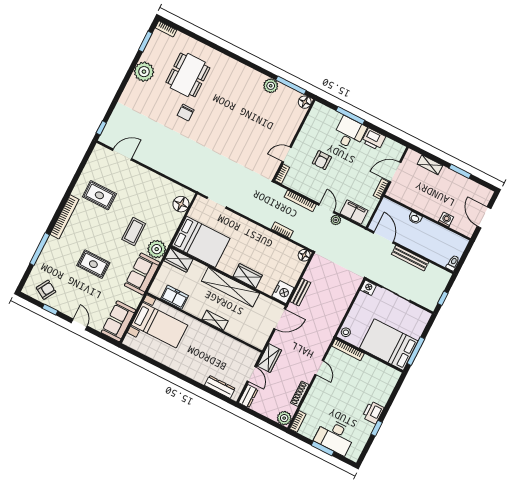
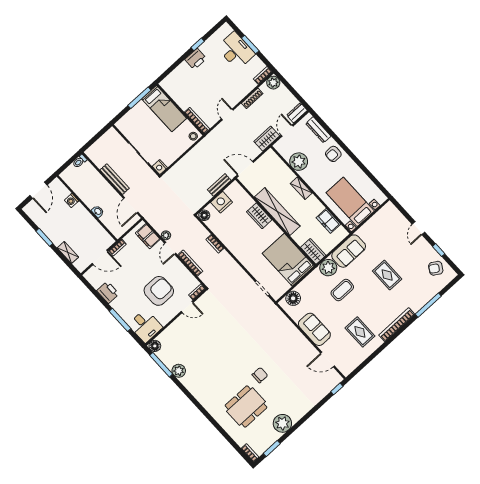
desk: (349, 134) -> (145, 326), moved, turned -90
armchair: (322, 160) -> (159, 291), width x1.88, depth x1.88
nightstand: (283, 292) -> (222, 202), moved
window: (443, 298) -> (100, 134), removed
sofa: (118, 321) -> (314, 329), moved, turned -90
bed: (389, 345) -> (164, 109), width x0.67
plant: (228, 347) -> (299, 162), added
armchair: (195, 368) -> (333, 154), added

